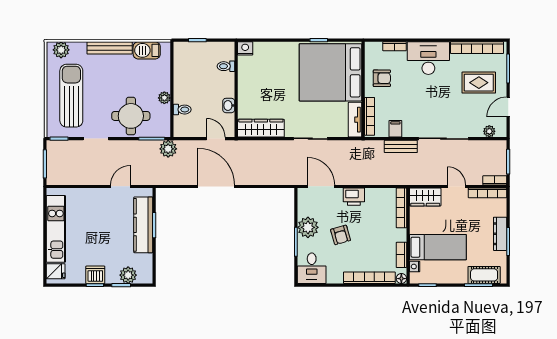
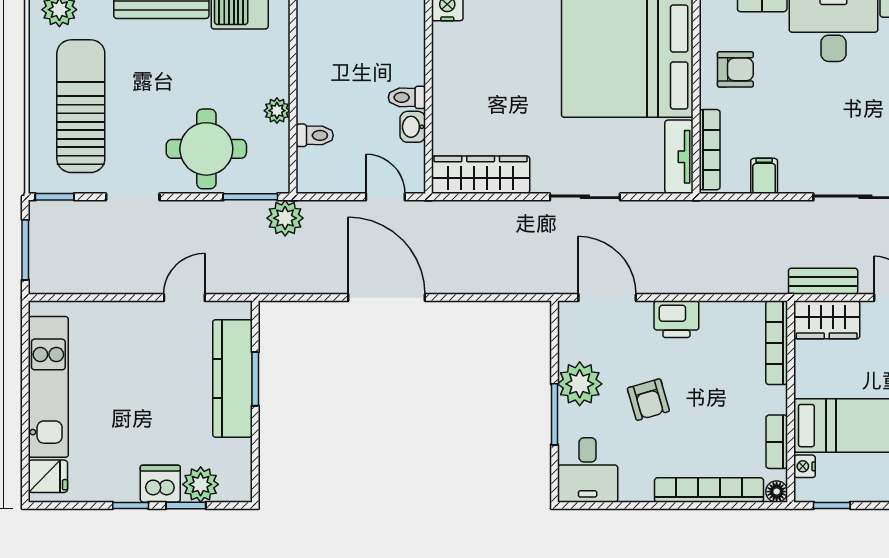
toilet: (226, 66) -> (407, 97), moved
bench: (401, 146) -> (823, 281), moved
dishwasher: (95, 275) -> (160, 484), moved

